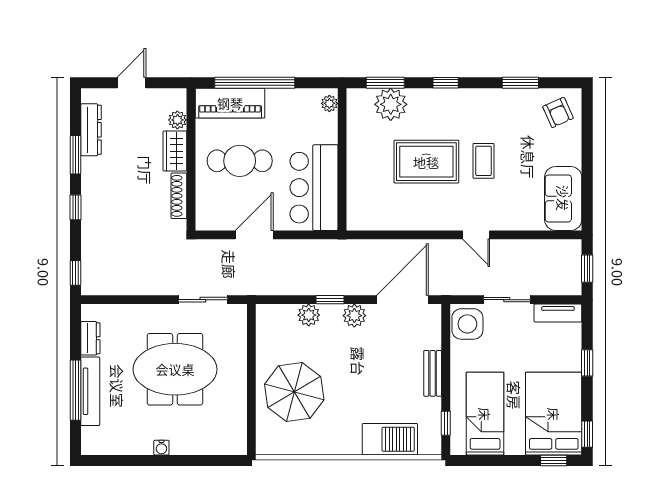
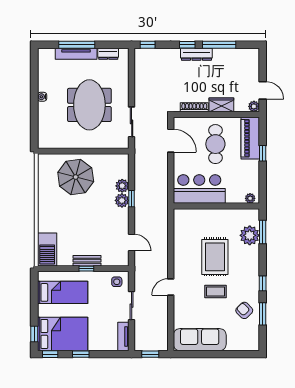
door: (131, 83) -> (263, 90), moved
window: (255, 83) -> (263, 153), width x0.32
window: (446, 83) -> (263, 283), moved
armchair: (558, 112) -> (244, 310), moved, turned 70
plant: (177, 120) -> (254, 106), moved
dresser: (91, 130) -> (196, 54), moved
window: (75, 155) -> (219, 45), width x1.44
sofa: (563, 198) -> (200, 340), width x1.36
door: (254, 235) -> (171, 141), moved
door: (402, 300) -> (132, 242), width x0.53
plant: (354, 316) -> (122, 200), moved
side table: (467, 324) -> (117, 282), width x0.54, depth x0.54
window: (587, 363) -> (81, 354), moved
window: (446, 423) -> (86, 269), moved
barbecue: (390, 439) -> (47, 249), moved

